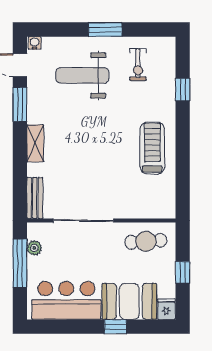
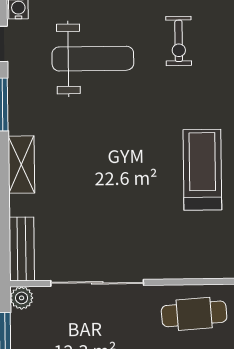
weight bench: (82, 75) -> (93, 59), turned 180
plant: (34, 248) -> (22, 298), moved

